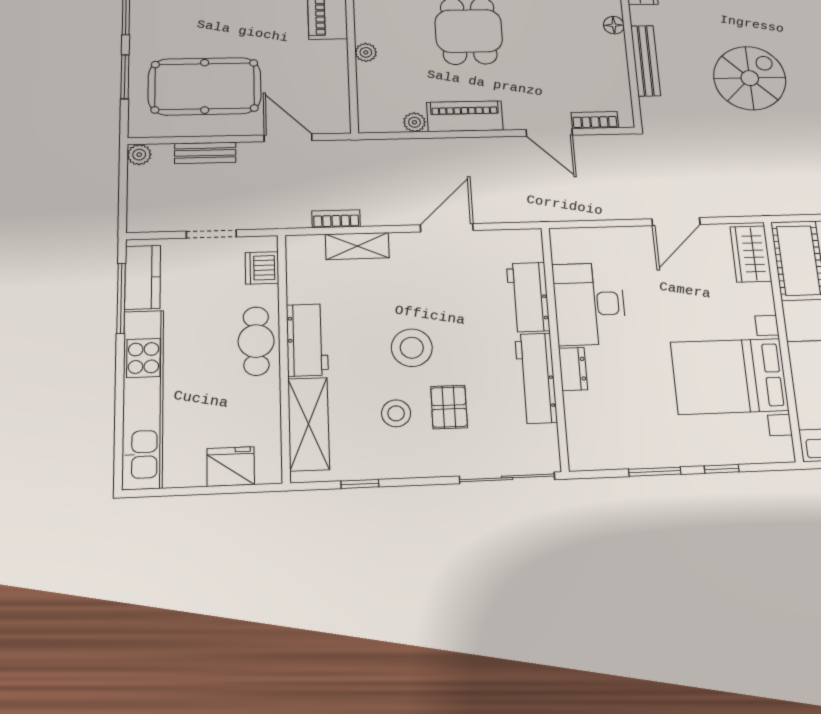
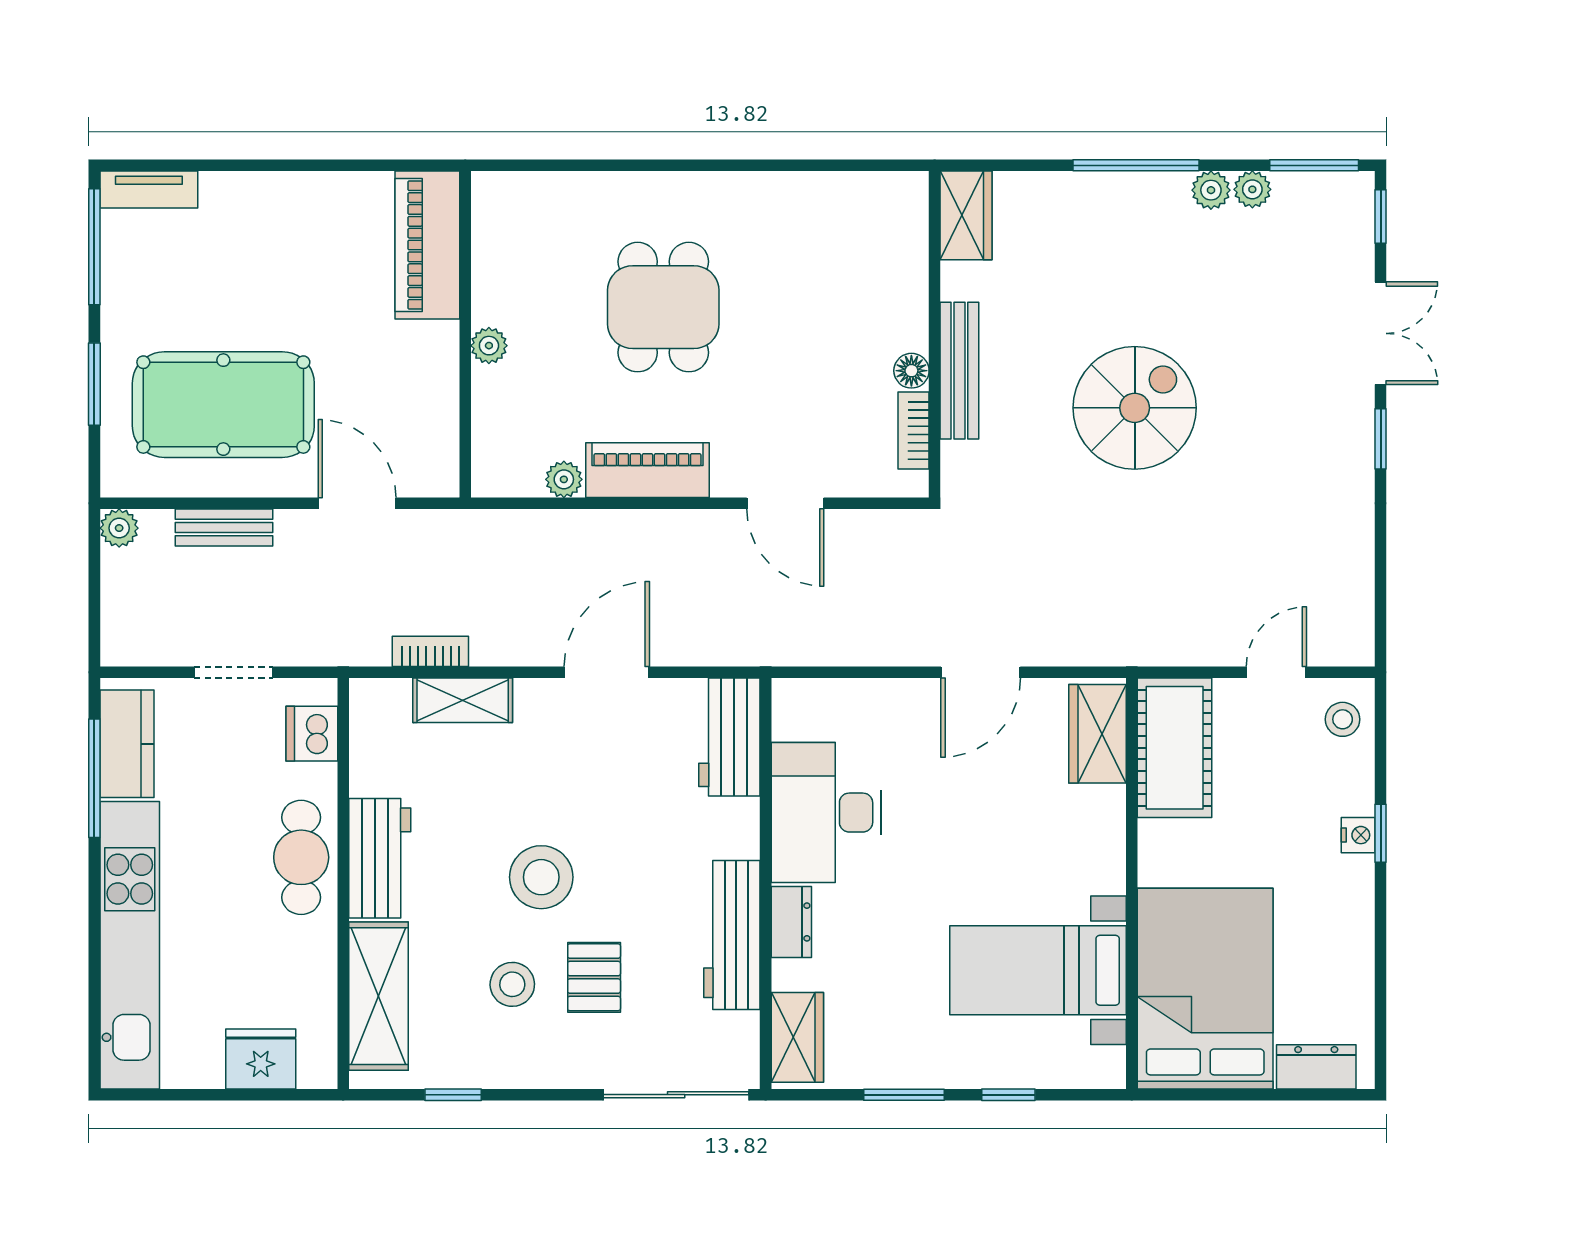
floor lamp: (614, 25) -> (911, 371), moved
bookcase: (595, 120) -> (914, 431), moved, turned -90
workbench: (528, 297) -> (729, 737), moved
bed with nightstands: (729, 376) -> (1038, 970), width x0.73
wardrobe: (583, 439) -> (797, 1037), added

